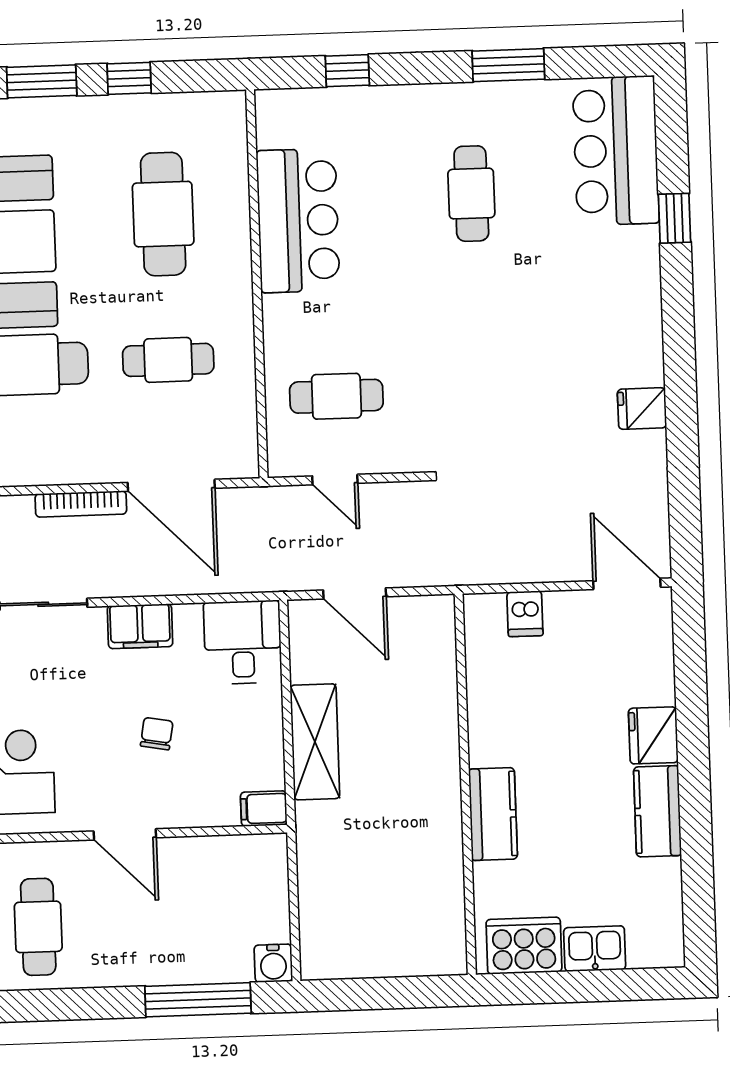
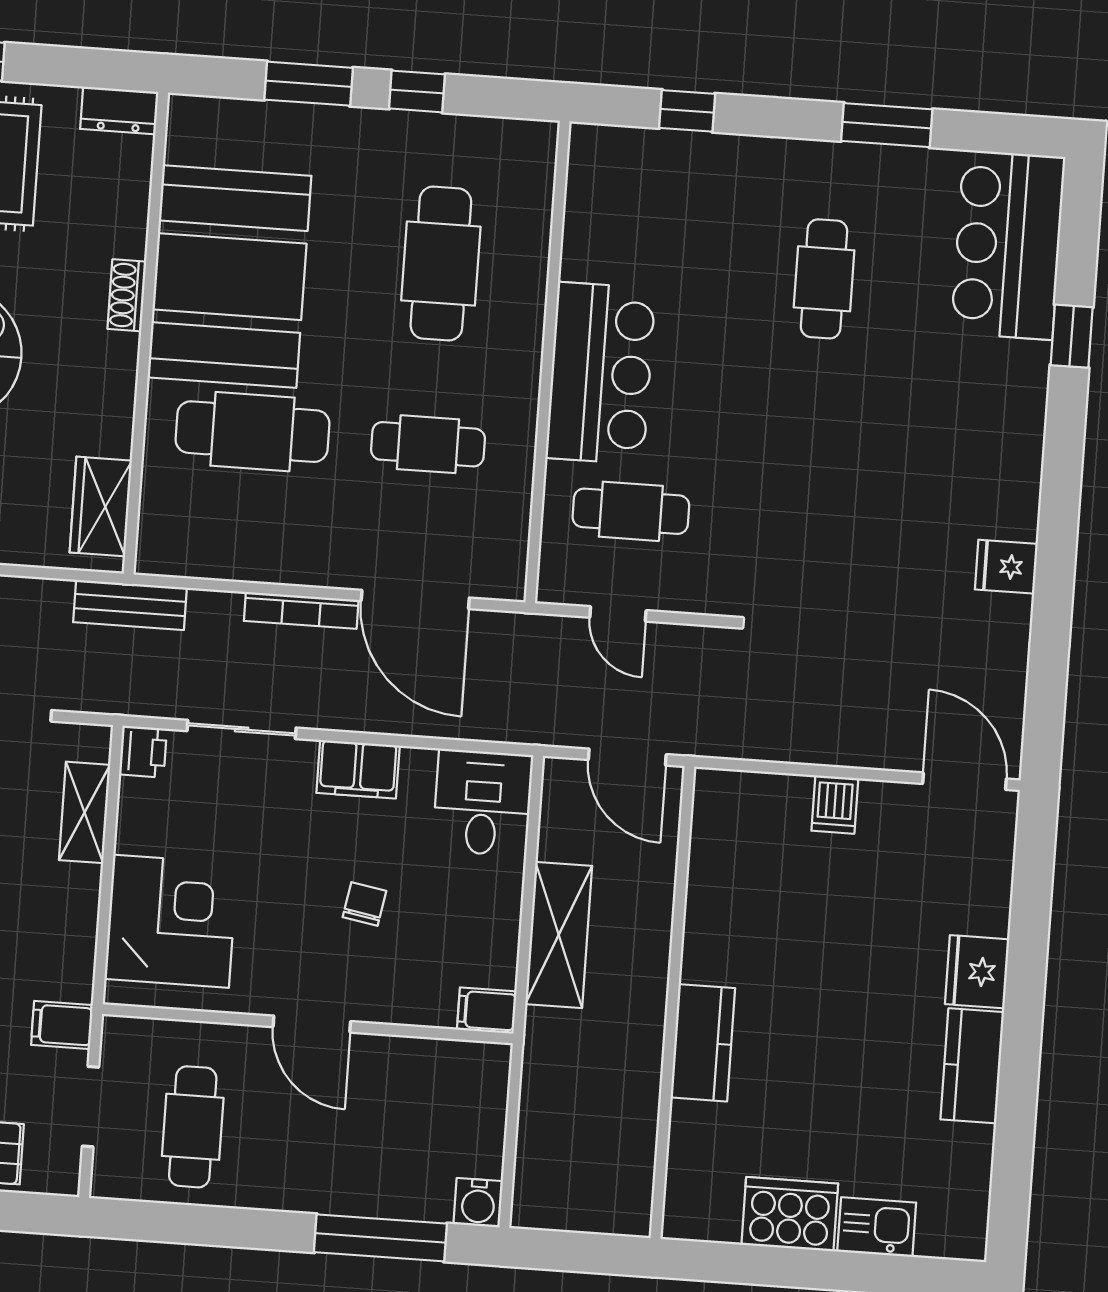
bar counter: (298, 221) -> (601, 373), moved
wall: (465, 784) -> (672, 1002), moved
kitchen counter: (493, 814) -> (703, 1043), moved

